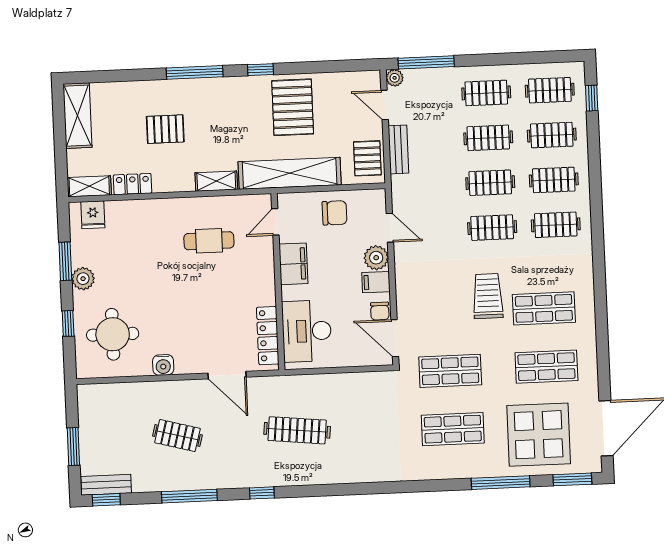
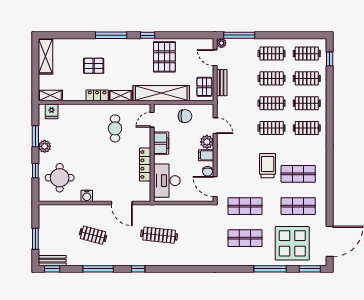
locker: (133, 184) -> (97, 95), moved
cafe table: (209, 241) -> (115, 128), turned 90
locker: (268, 336) -> (145, 164), moved

